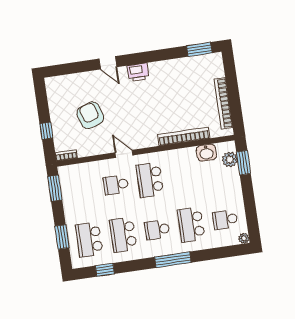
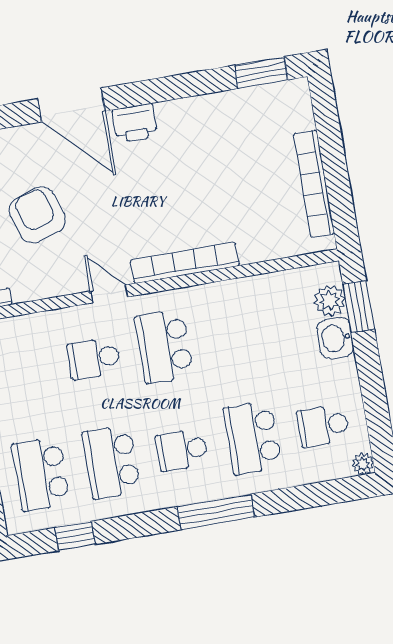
door: (108, 63) -> (71, 105), width x1.87
bookcase: (184, 136) -> (185, 263), moved
washbasin: (206, 153) -> (335, 338), moved, turned 90

